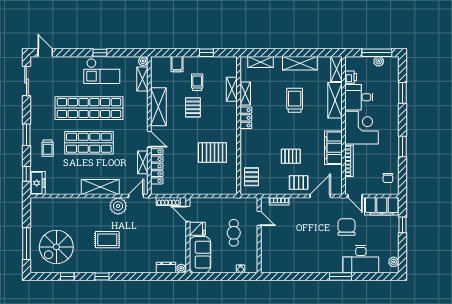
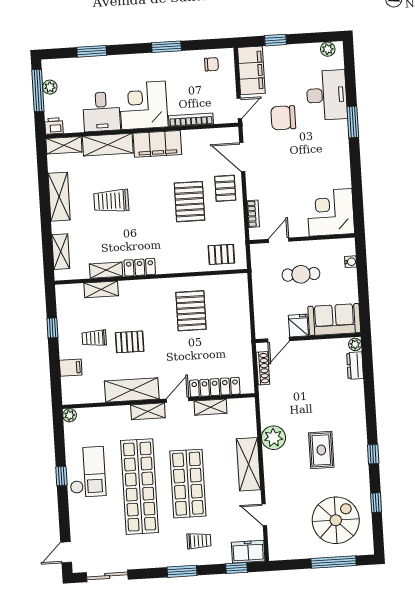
printer: (351, 77) -> (54, 126), moved
shelving: (142, 79) -> (148, 411), moved
filing cabinet: (333, 148) -> (157, 144), moved
pallet: (291, 156) -> (189, 202), width x1.50, depth x1.42
door: (136, 196) -> (264, 515), moved
spiral stairs: (56, 247) -> (336, 520), turned -90
corner desk: (277, 257) -> (331, 212), added

